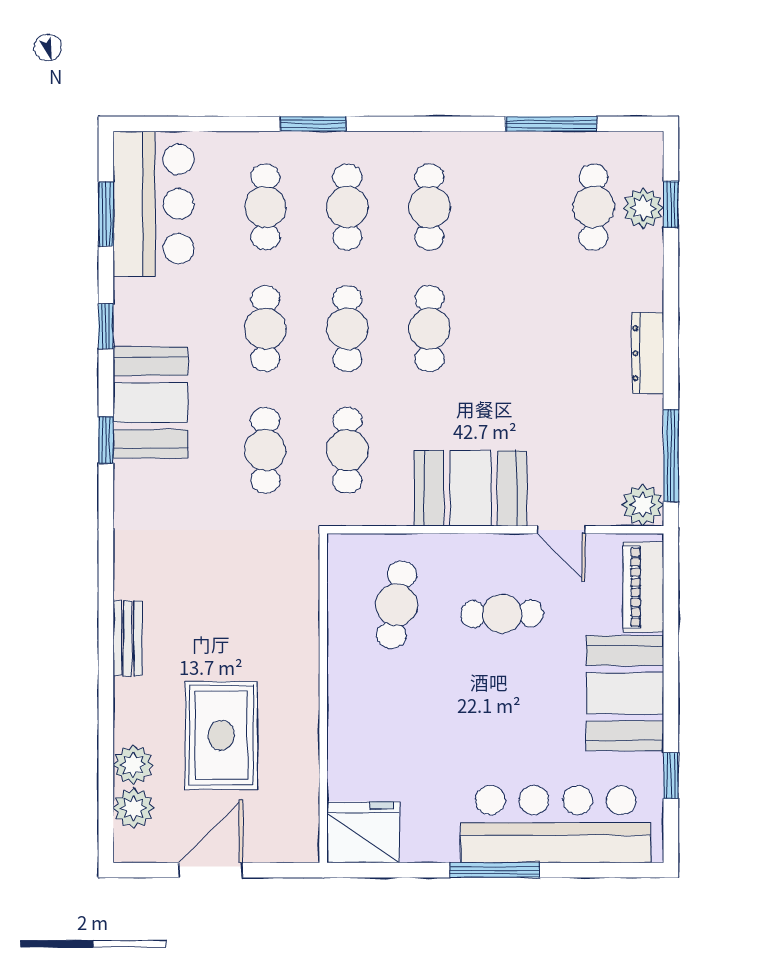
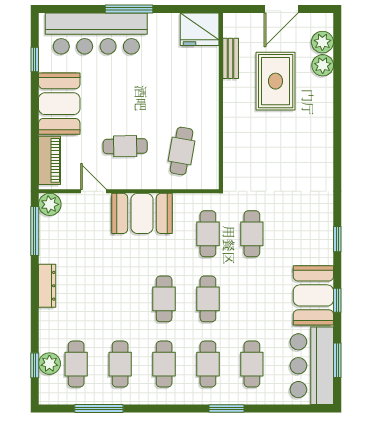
cafe table: (265, 329) -> (120, 364), moved
booth: (150, 402) -> (313, 295), moved
bench: (127, 638) -> (231, 58), moved

